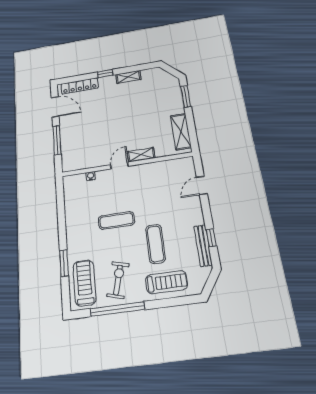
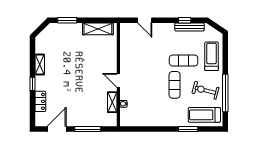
locker: (80, 86) -> (40, 101), width x0.66
shelving: (141, 155) -> (112, 102), moved
exercise mat: (116, 220) -> (175, 85), moved

